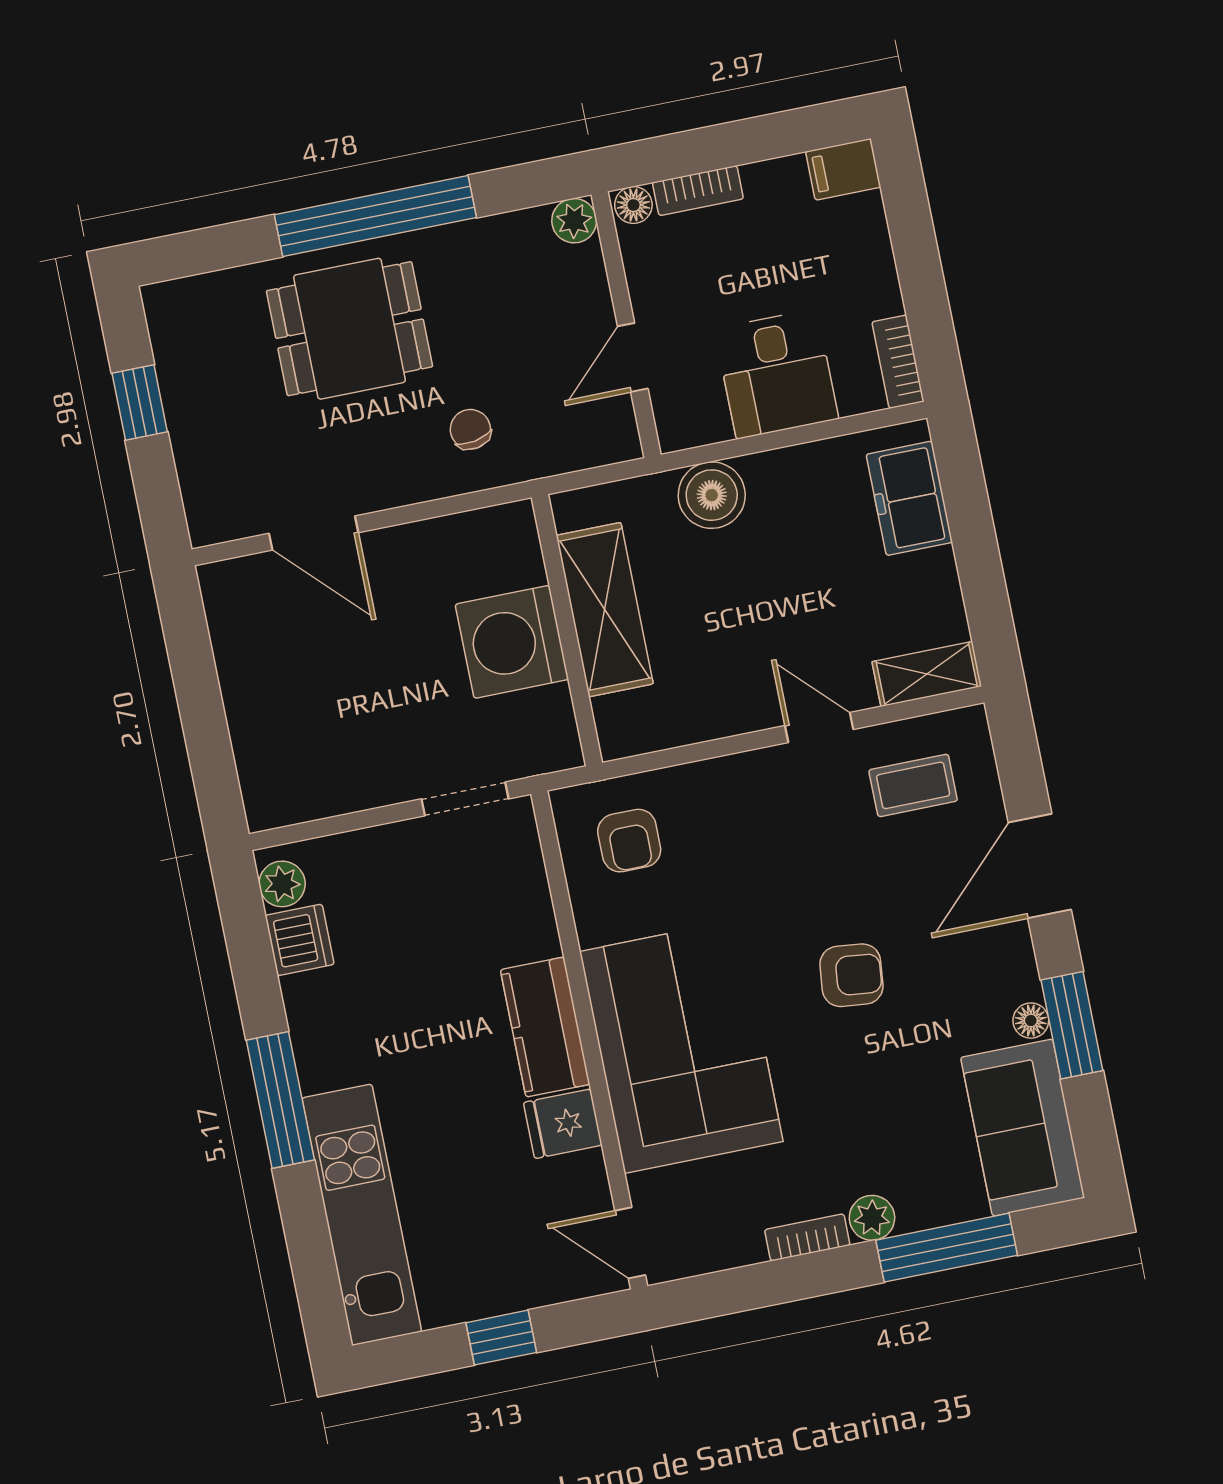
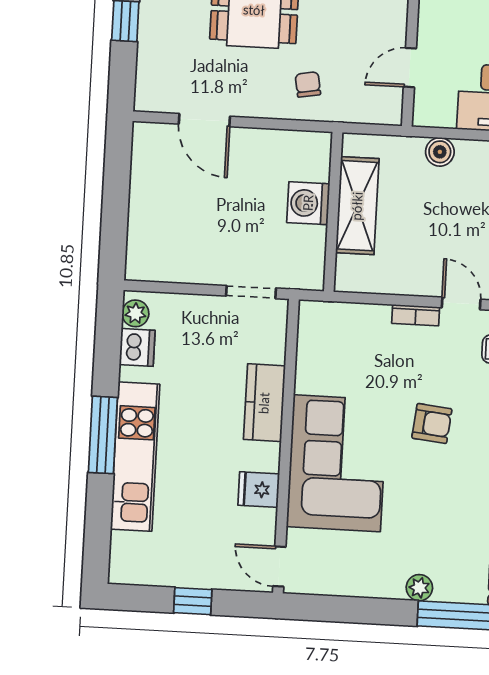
boiler: (712, 495) -> (440, 152), width x0.73, depth x0.73
washing machine: (512, 642) -> (308, 203), width x0.73, depth x0.73
armchair: (629, 841) -> (337, 340), removed
armchair: (851, 975) -> (432, 423), moved
kitchen counter: (545, 1027) -> (264, 403), moved
kitchen unit: (362, 1215) -> (135, 457), moved
bookcase: (807, 1237) -> (416, 315), moved, turned 180

